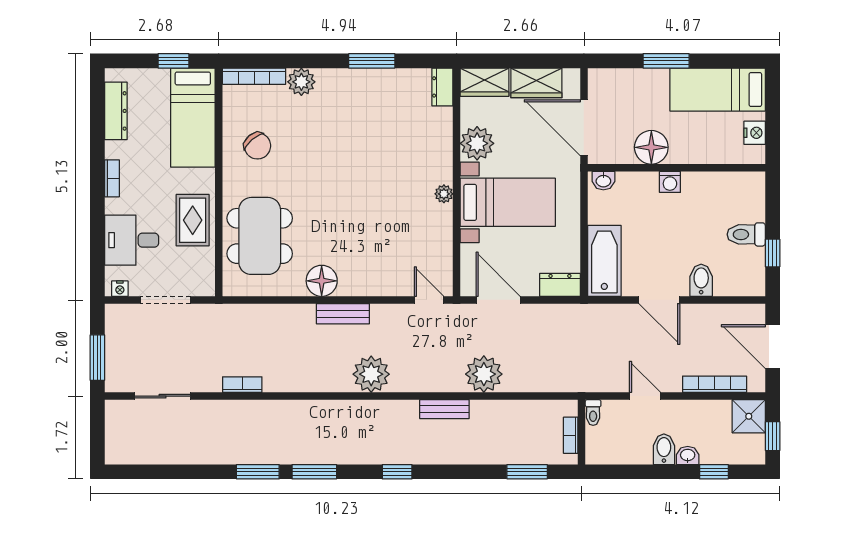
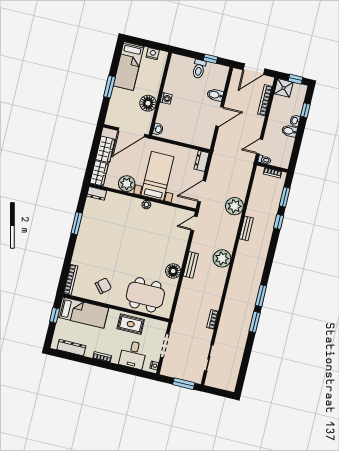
plant: (301, 82) -> (79, 258), removed
bathtub: (604, 261) -> (195, 138), removed
door: (645, 396) -> (260, 147), moved
window: (397, 472) -> (279, 222), moved

